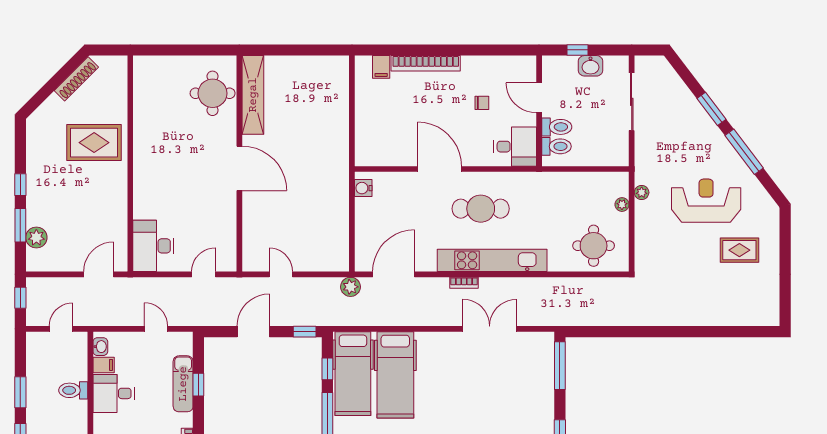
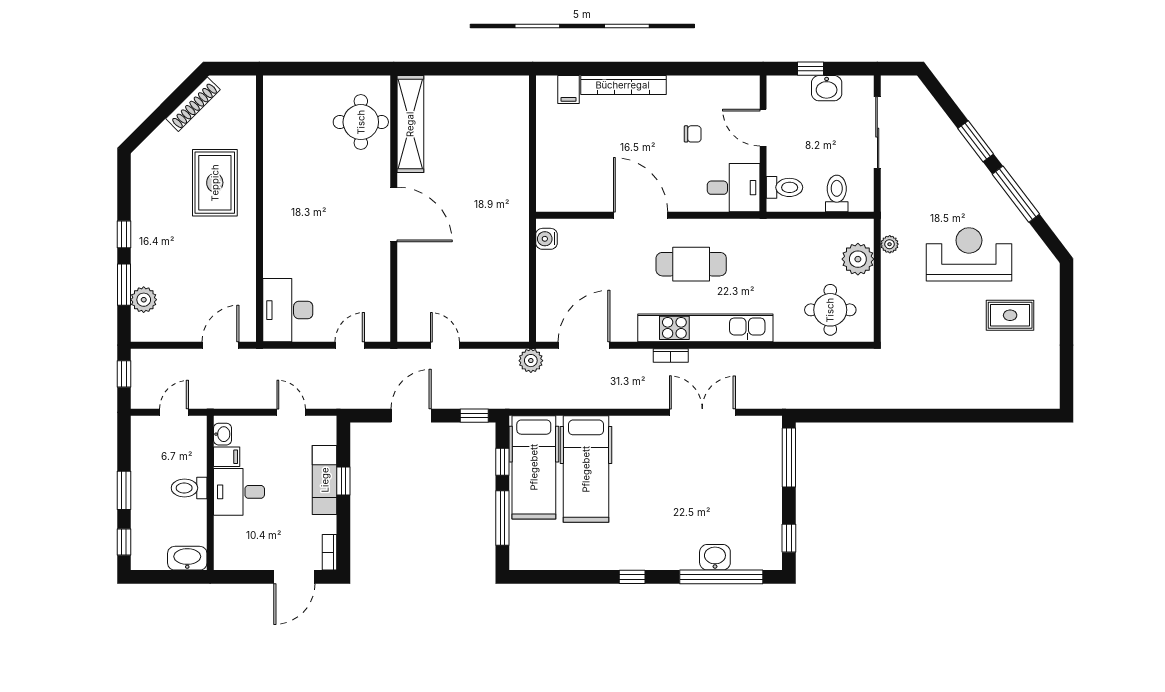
toilet: (557, 127) -> (837, 194), moved, turned -90
rug: (94, 143) -> (215, 183), turned 90
plant: (622, 205) -> (858, 259), width x1.88, depth x1.88

